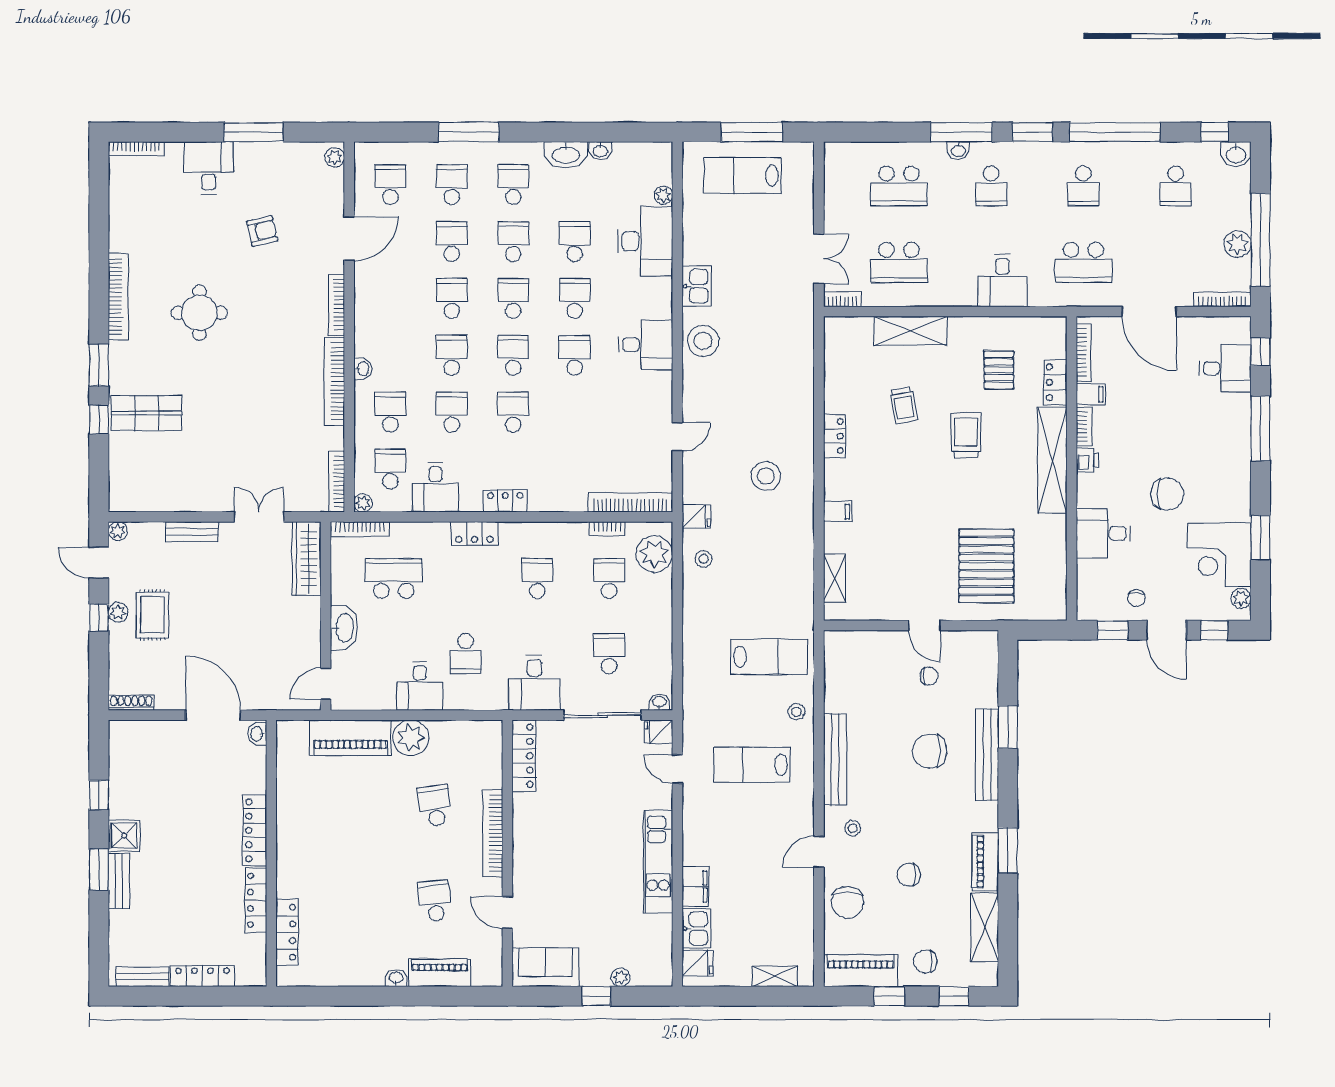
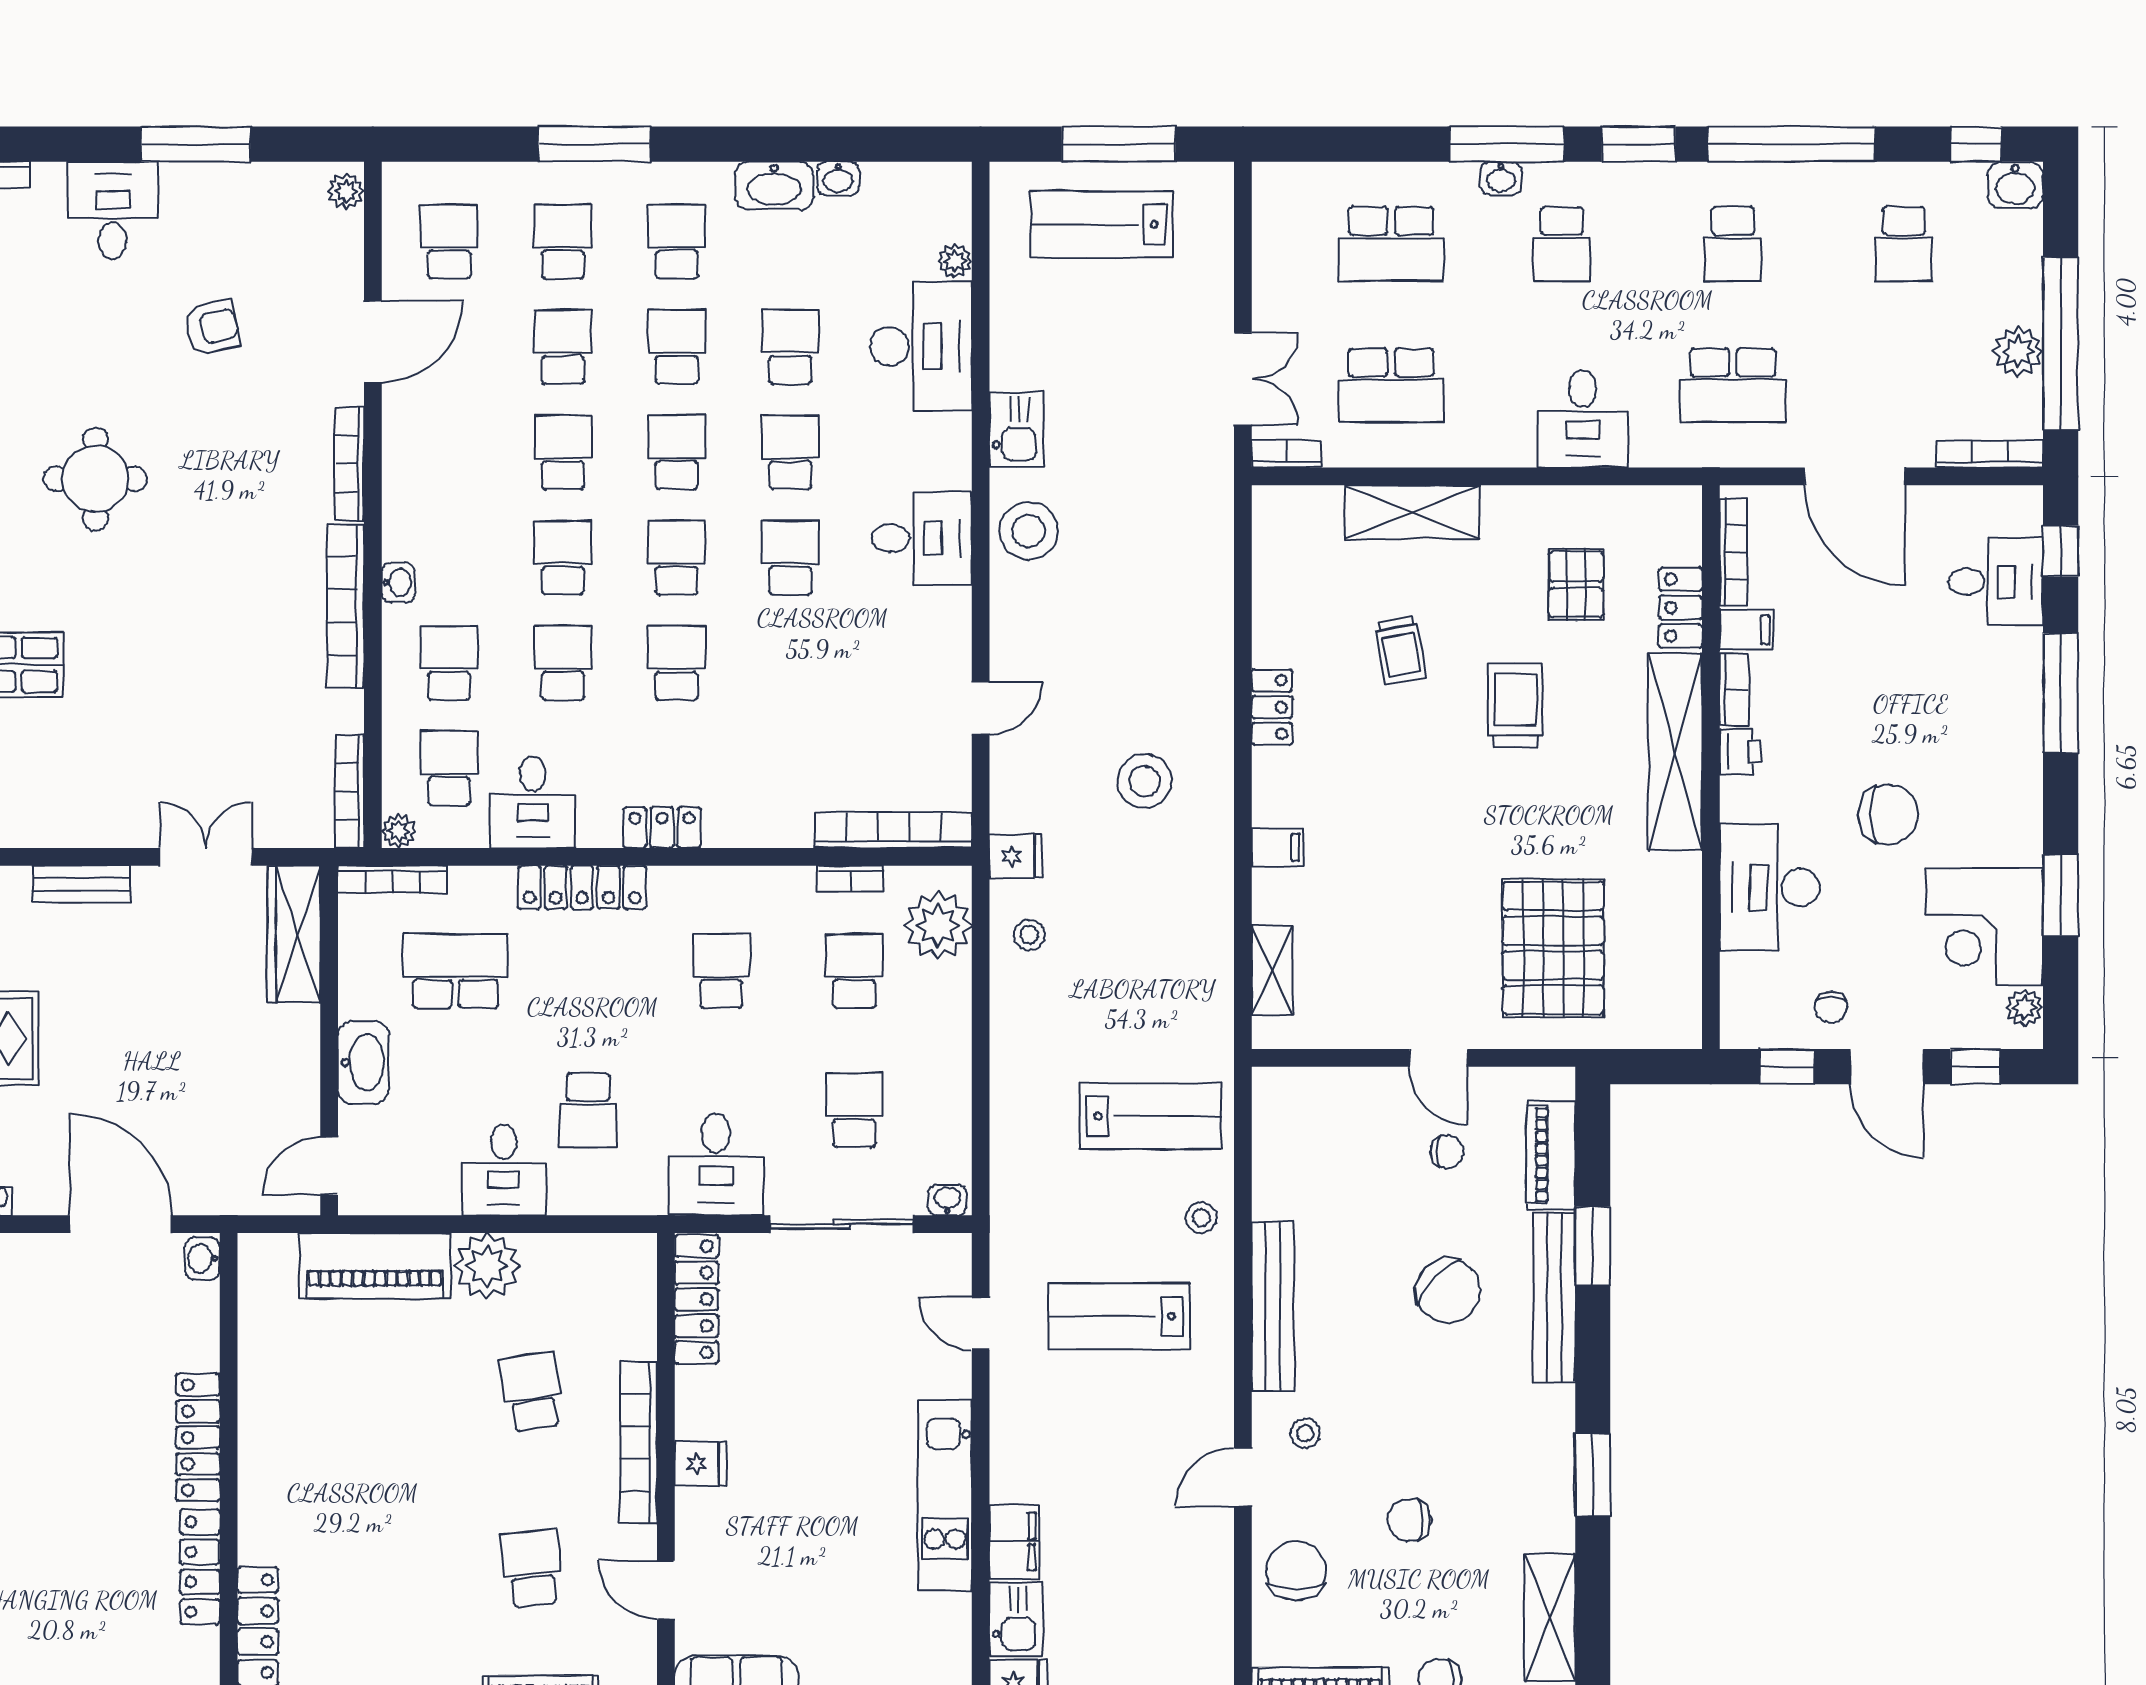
locker: (474, 533) -> (582, 888), width x1.53
desk: (1103, 533) -> (1769, 888), width x1.37
fridge: (658, 732) -> (701, 1464), moved, turned 180
chair: (930, 751) -> (1448, 1291), turned -136
piano: (985, 862) -> (1551, 1155), moved
chair: (848, 902) -> (1296, 1571), turned 180

